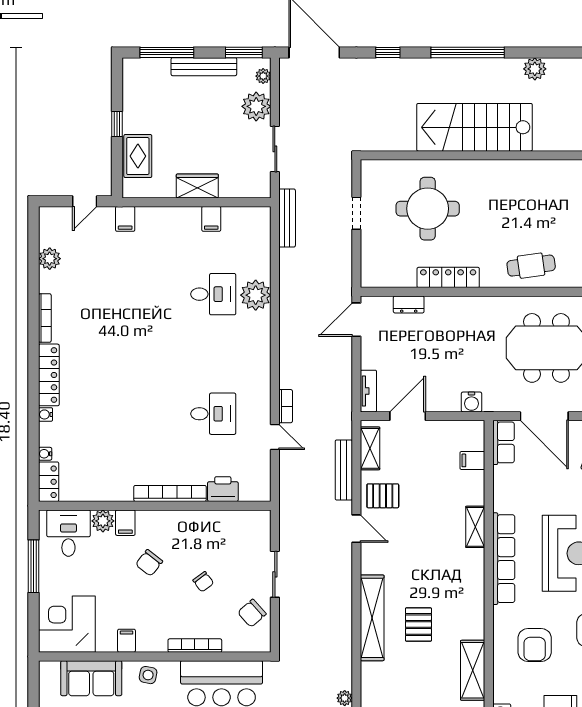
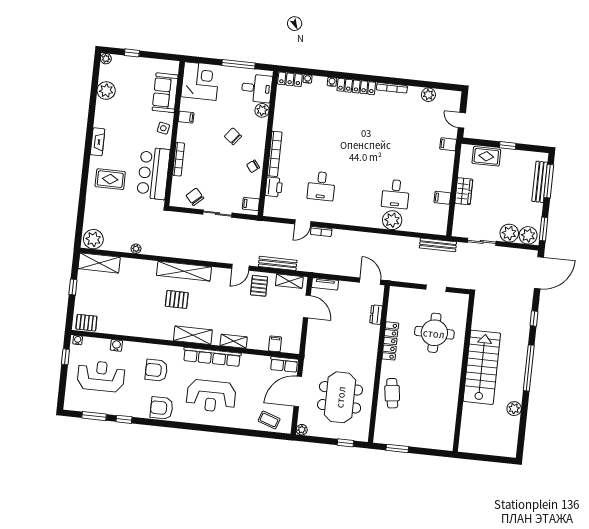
bench: (204, 67) -> (540, 182), moved
plant: (263, 76) -> (528, 235), width x1.88, depth x1.88
water cooler: (472, 402) -> (311, 347), removed
filing cabinet: (125, 523) -> (251, 204), moved
chair: (203, 582) -> (253, 166), moved
shelving: (473, 670) -> (193, 335), moved

